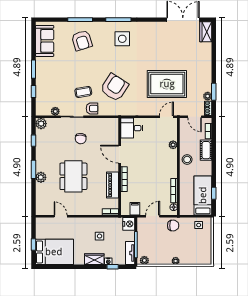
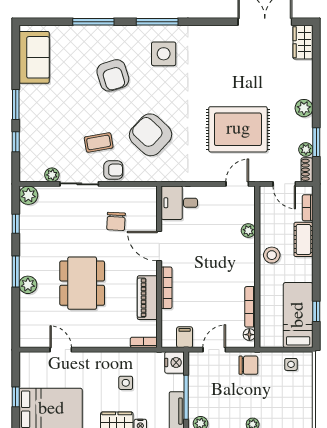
armchair: (82, 40) -> (113, 75), moved
plant: (206, 71) -> (304, 108), added
armchair: (114, 87) -> (150, 135), turned -80
chair: (81, 139) -> (116, 221), moved

